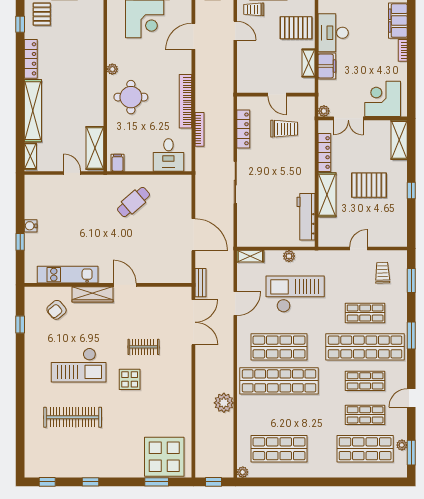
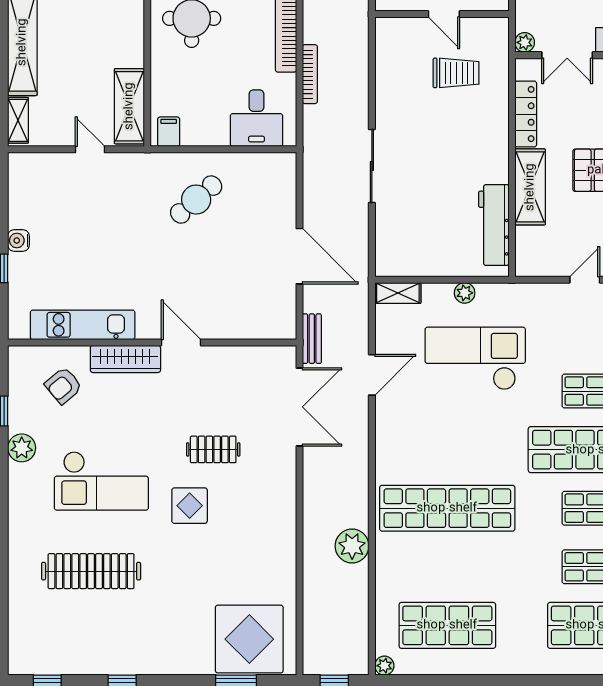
locker: (243, 129) -> (386, 73), removed
plant: (32, 346) -> (22, 448), added
shop shelf: (279, 347) -> (447, 450), removed

